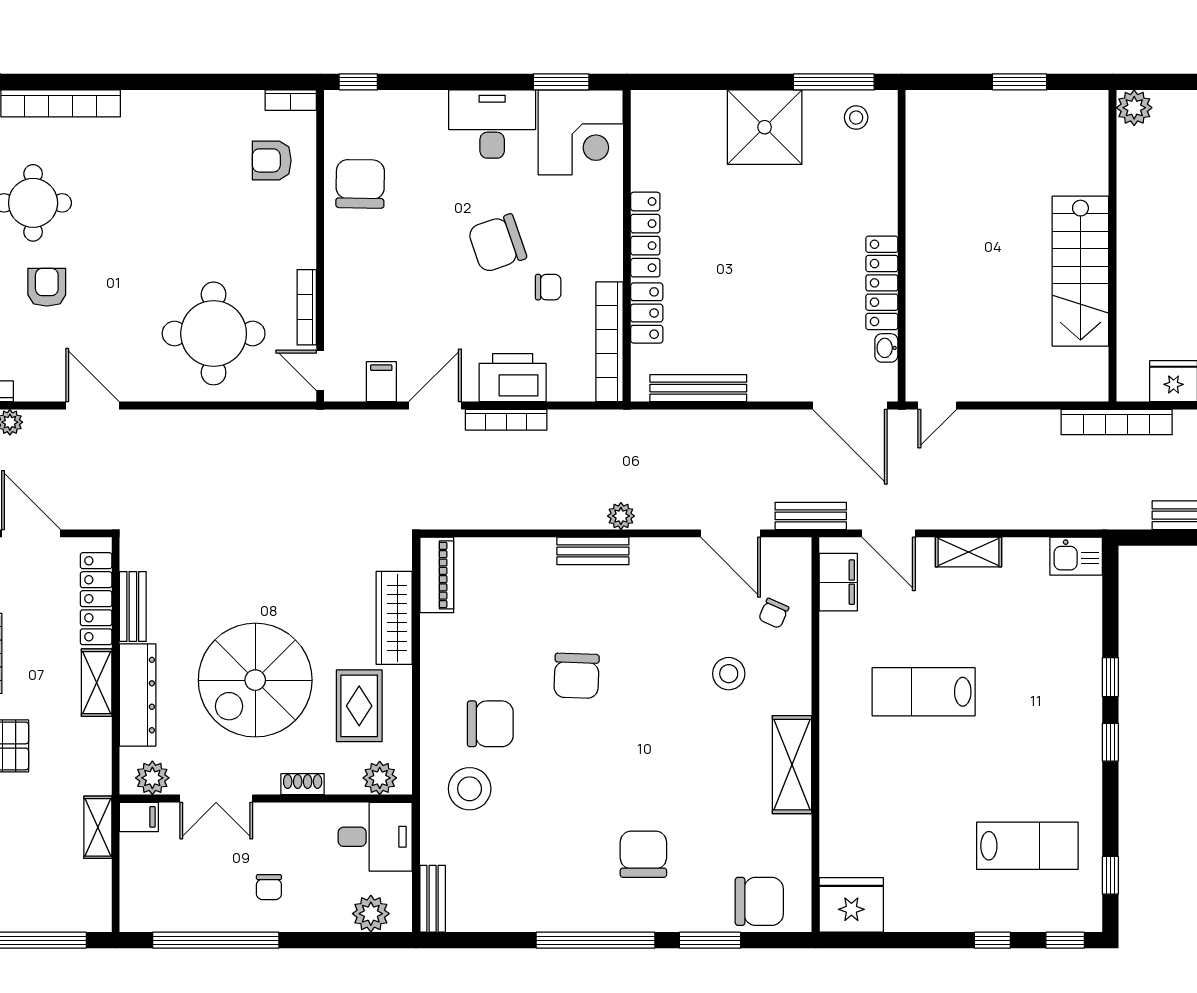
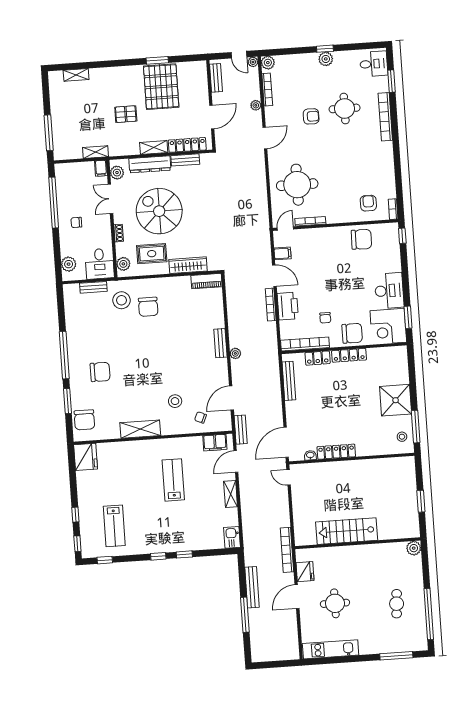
chair: (497, 243) -> (352, 333), moved, turned 109
chair: (576, 676) -> (170, 340), removed
bench: (433, 899) -> (93, 287), moved

